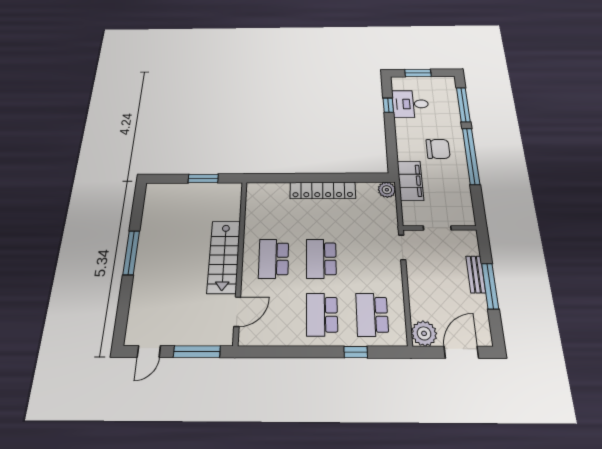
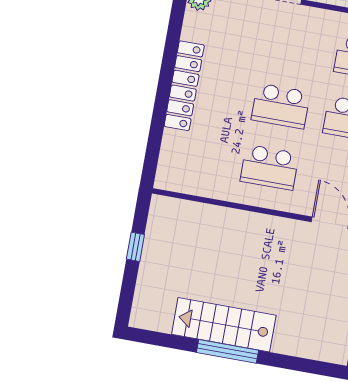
window: (203, 178) -> (135, 247), width x0.67
stairs: (224, 257) -> (224, 325), moved, turned 180

